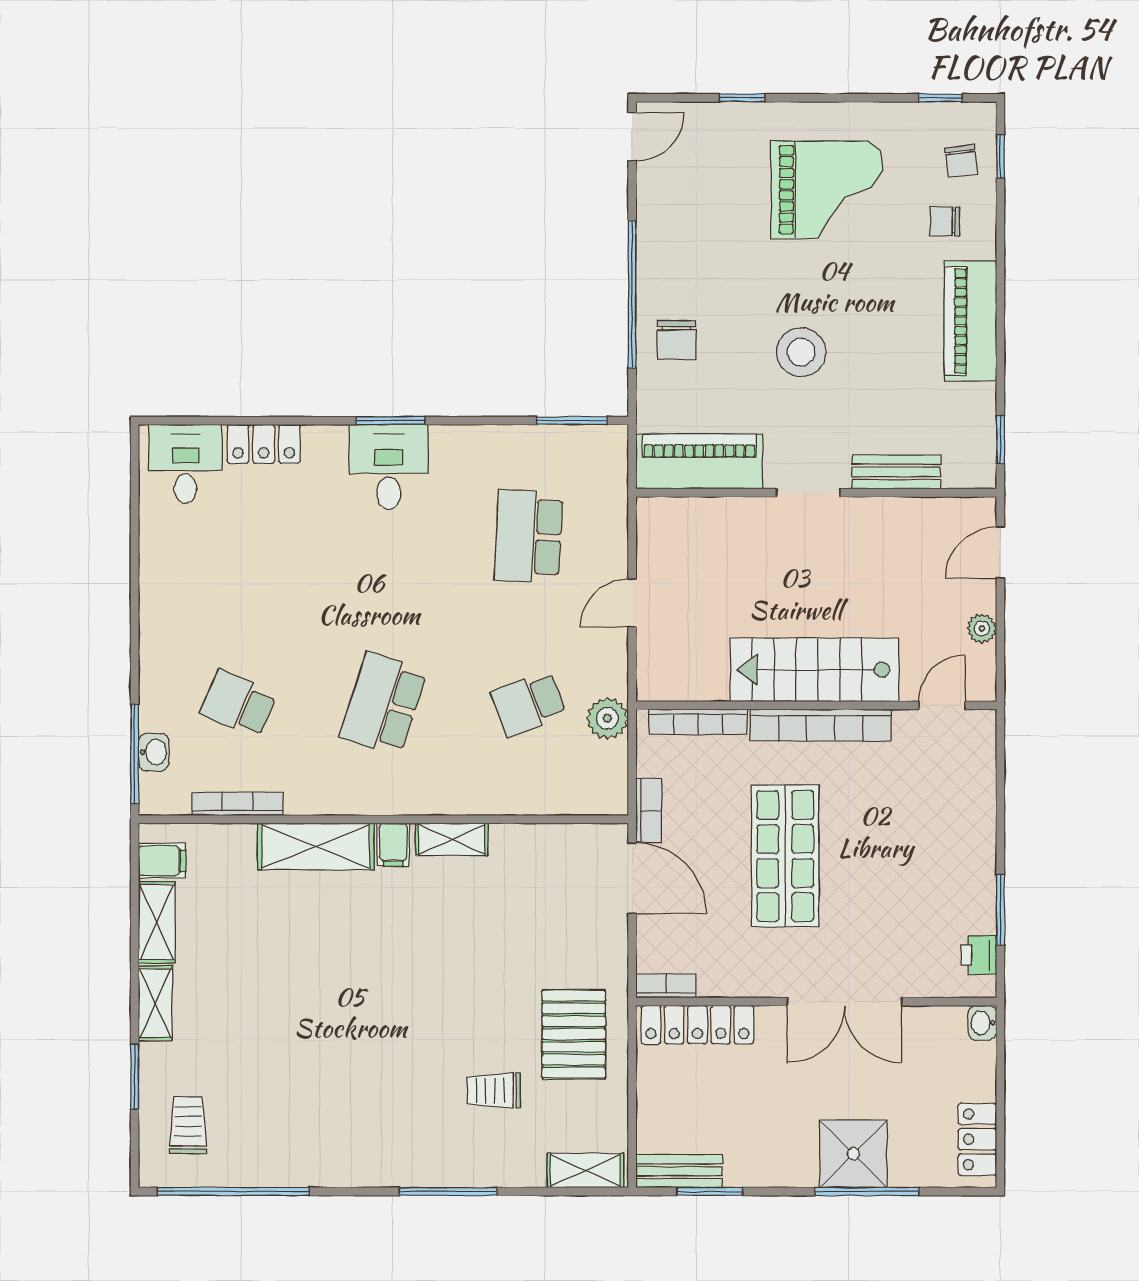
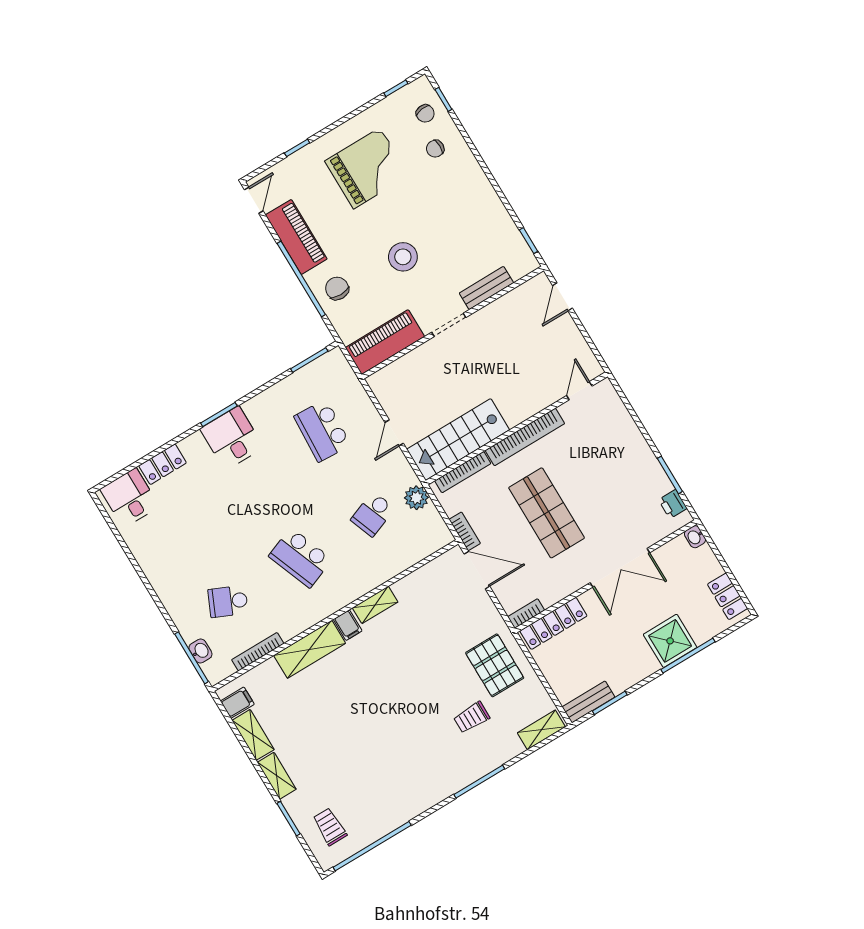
piano: (971, 321) -> (296, 237), moved, turned 180
chair: (676, 340) -> (337, 288), turned 180
plant: (982, 628) -> (576, 340), removed
stairs: (814, 670) -> (458, 440), moved
school desk: (383, 704) -> (300, 558), turned -39

